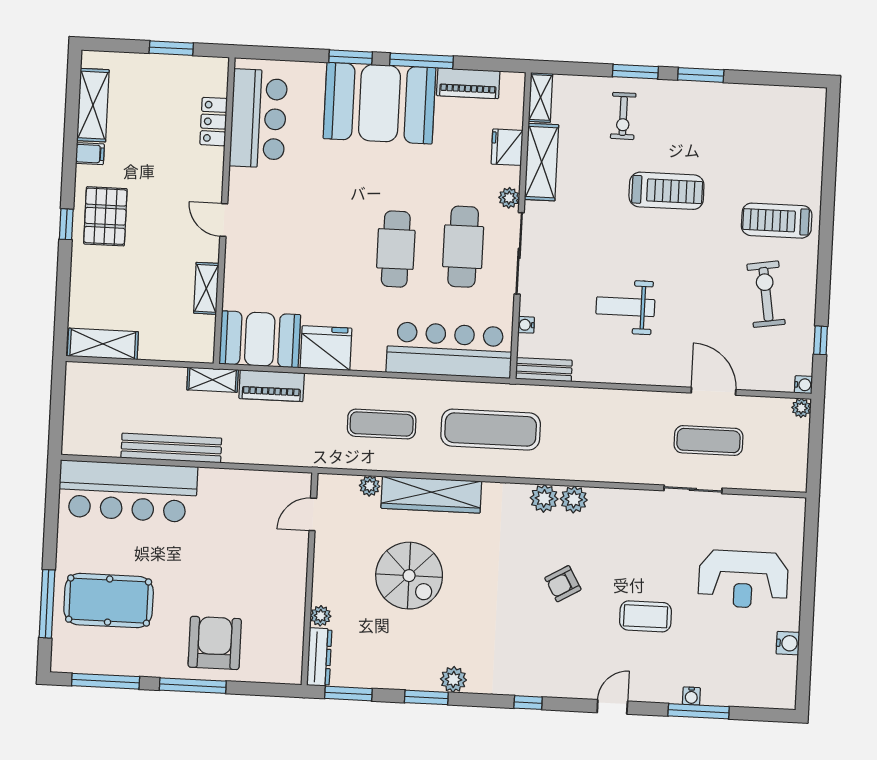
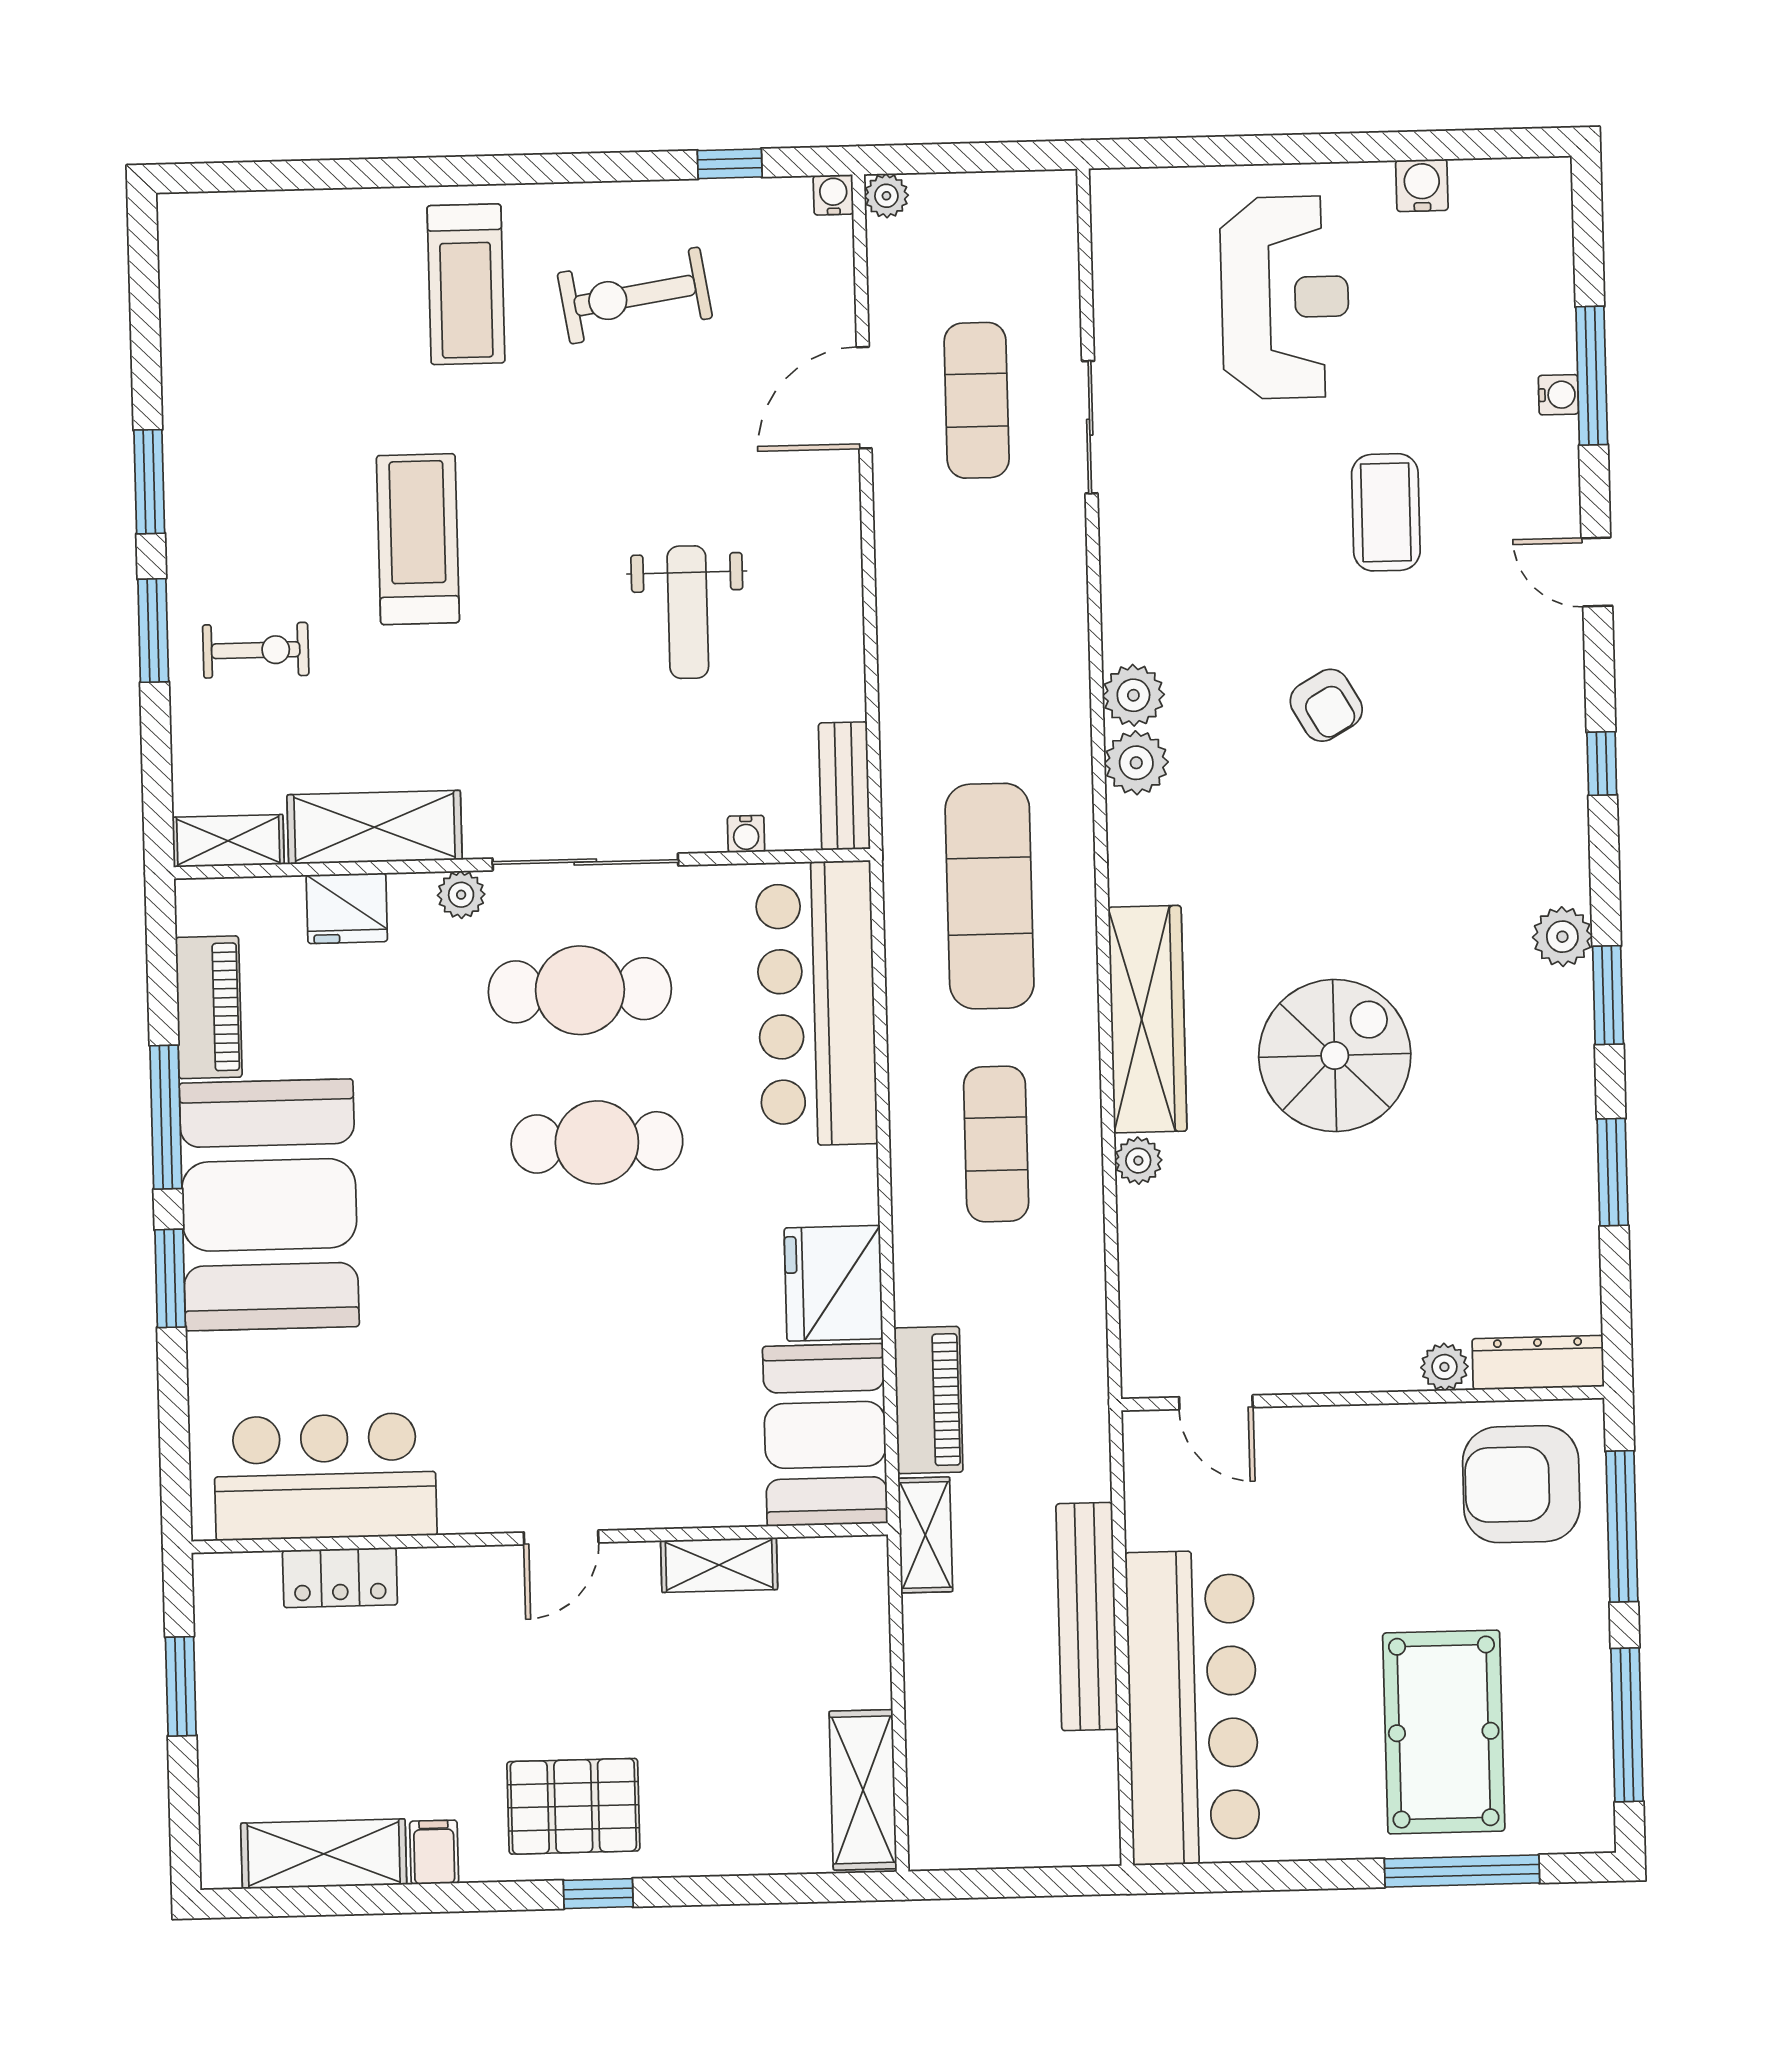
door: (313, 514) -> (1216, 1402), moved
wall: (310, 579) -> (1363, 1398), moved
plant: (321, 616) -> (1444, 1367), moved
dresser: (319, 657) -> (1538, 1363), moved

